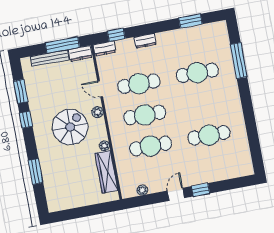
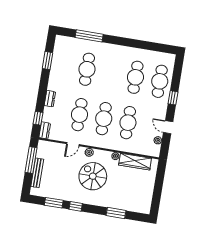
dresser: (80, 53) -> (42, 149), removed
cafe table: (215, 166) -> (160, 81), added
door: (176, 194) -> (168, 127), moved

